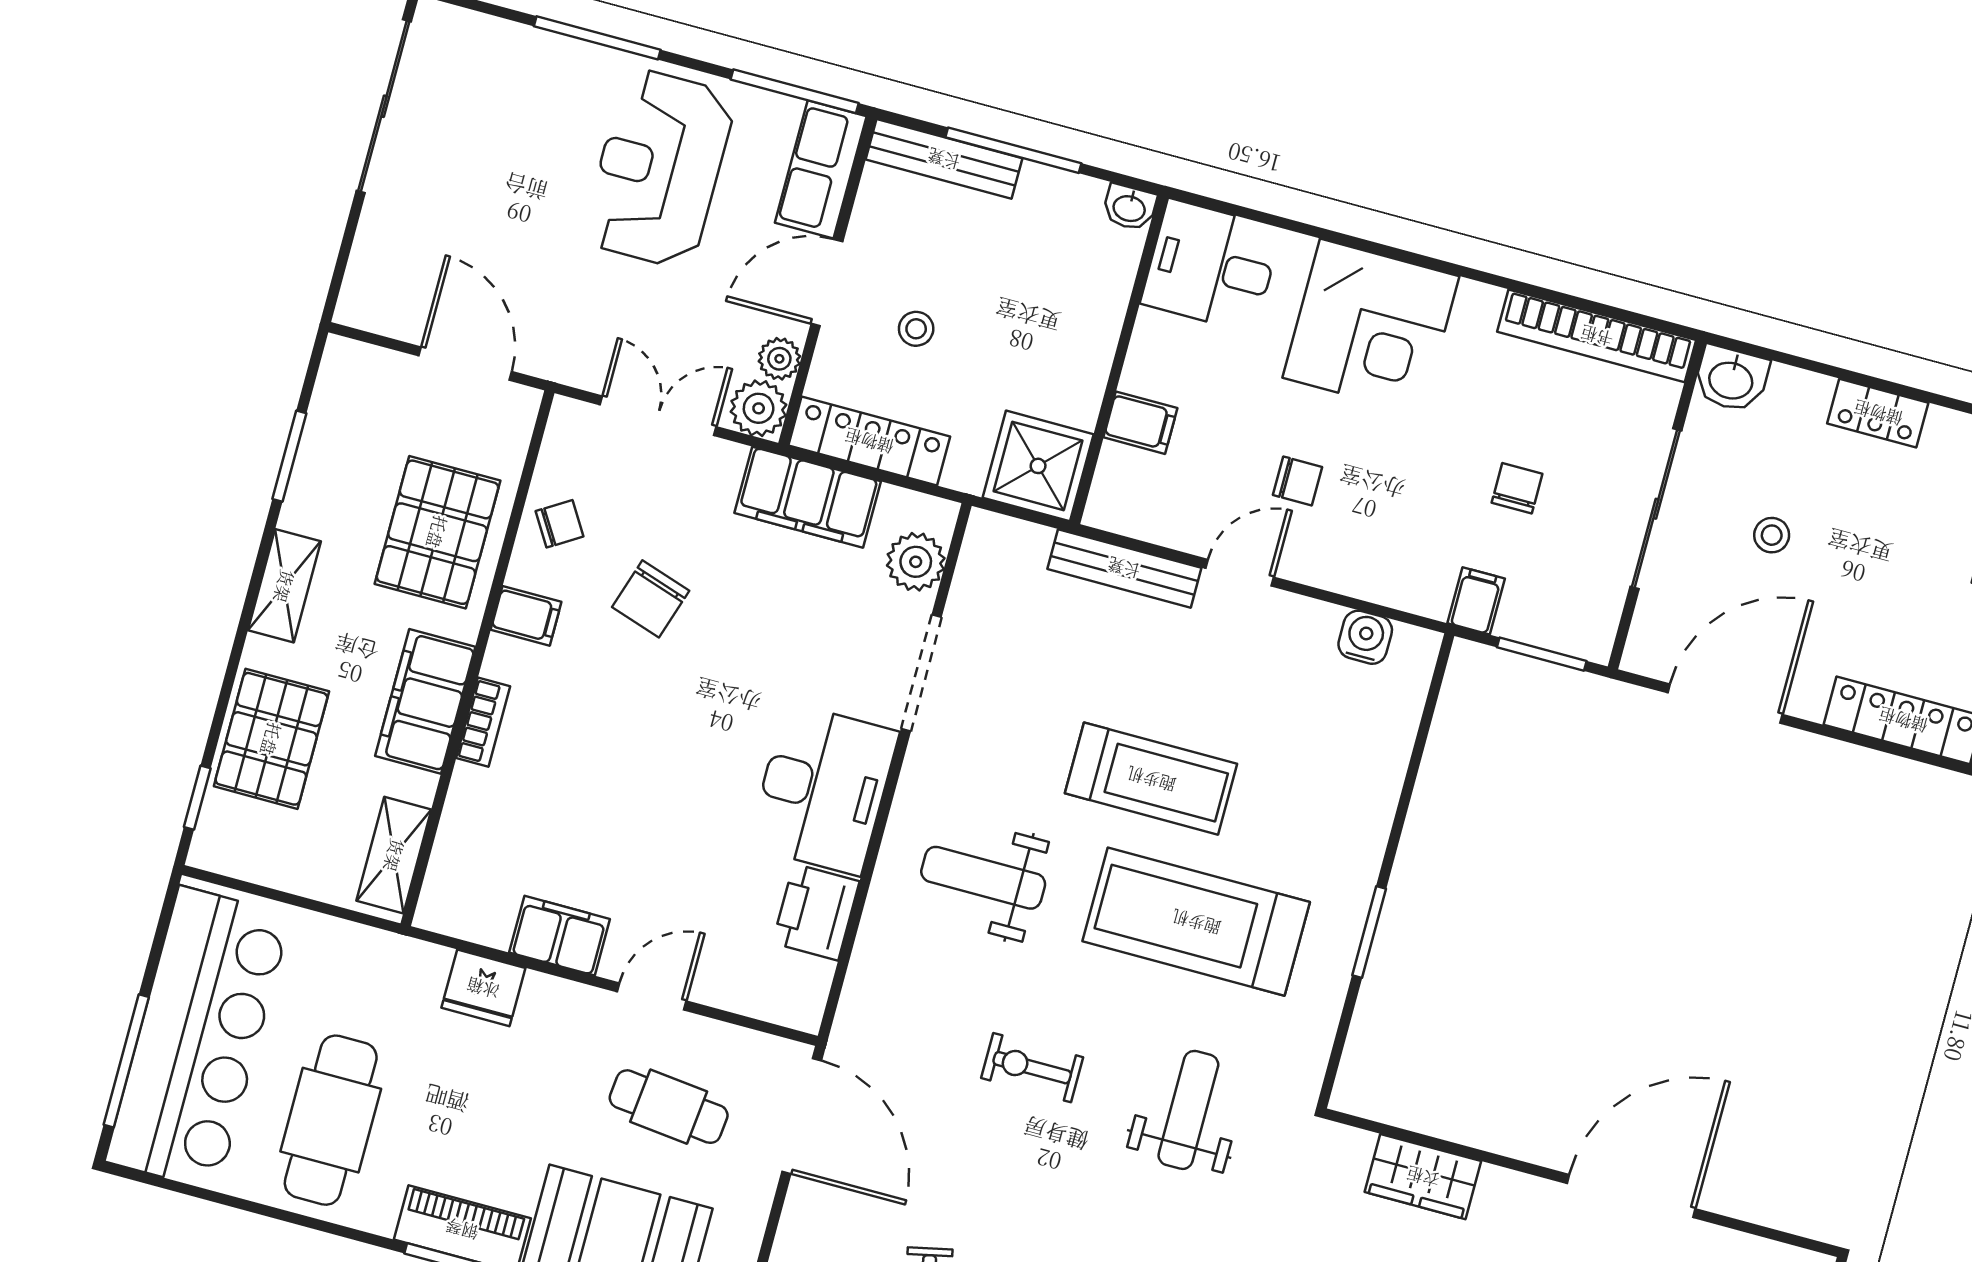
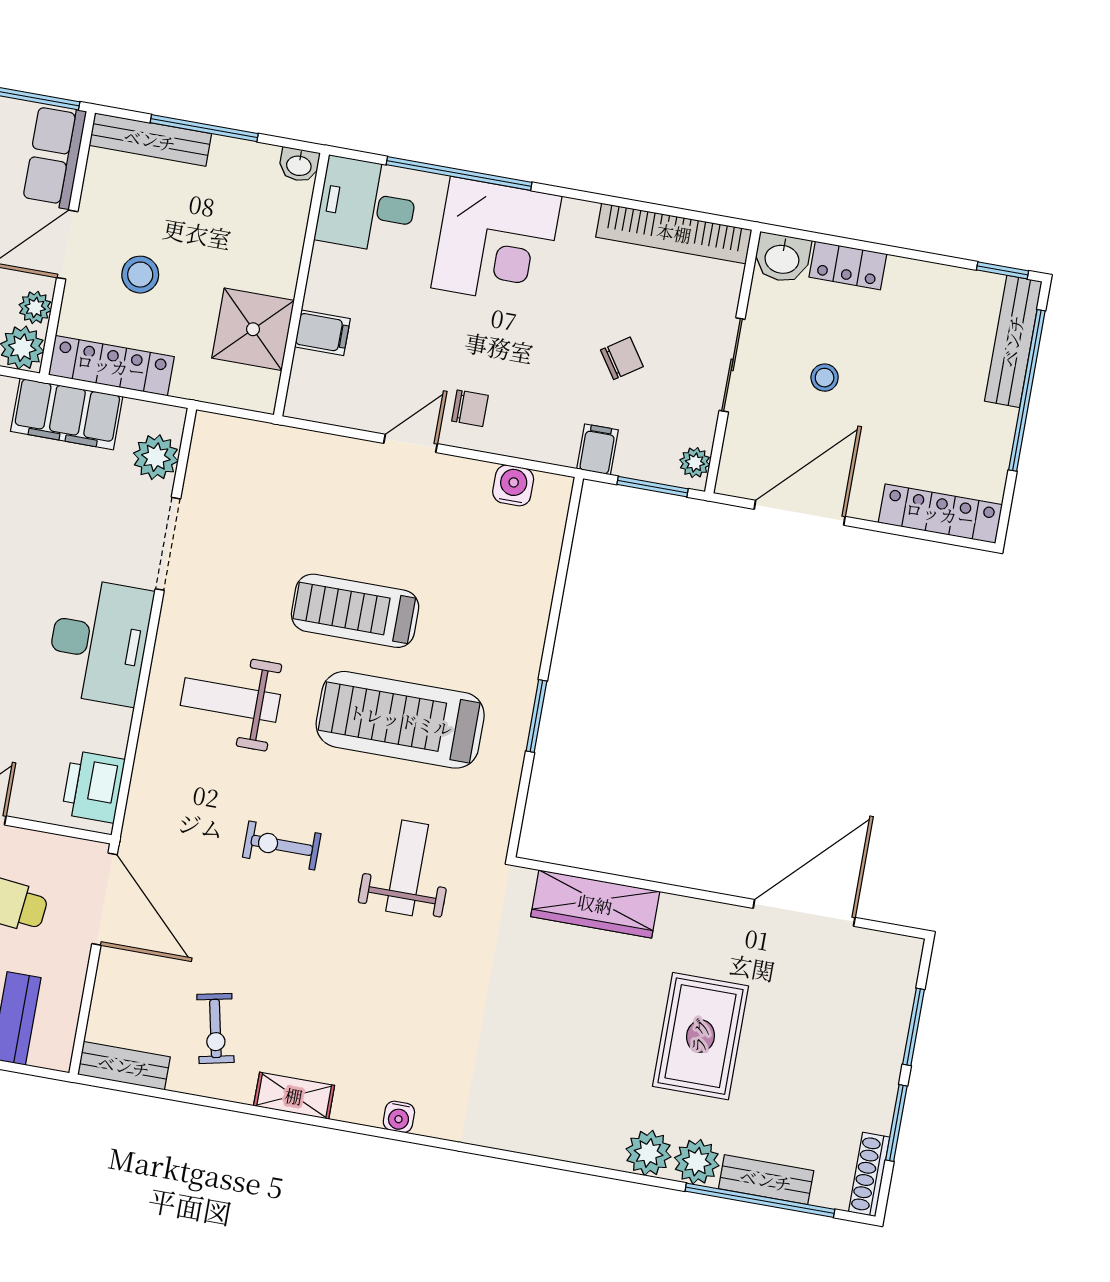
window: (1331, 236) -> (459, 173), added
stool: (916, 329) -> (140, 275), width x1.37, depth x1.37
locker: (1878, 413) -> (848, 266), moved
shower: (1038, 466) -> (253, 329), moved
chair: (1298, 481) -> (470, 408), moved
chair: (1517, 488) -> (622, 358), turned 56
sliding door: (1656, 509) -> (732, 365), width x0.73
bench: (1124, 568) -> (320, 448), removed
plant: (1598, 628) -> (695, 463), added
treadmill: (1151, 779) -> (355, 611), turned 180
printer: (816, 912) -> (93, 787), moved
wardrobe: (1423, 1177) -> (595, 904), width x1.50
door: (1631, 1196) -> (804, 913), moved

